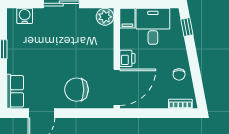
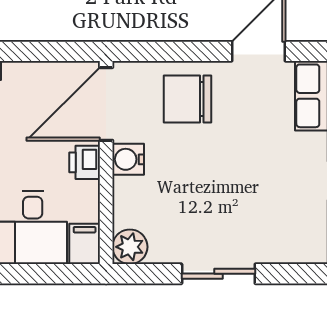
water cooler: (25, 16) -> (128, 159), moved, turned 90
chair: (76, 90) -> (188, 99), turned 180

